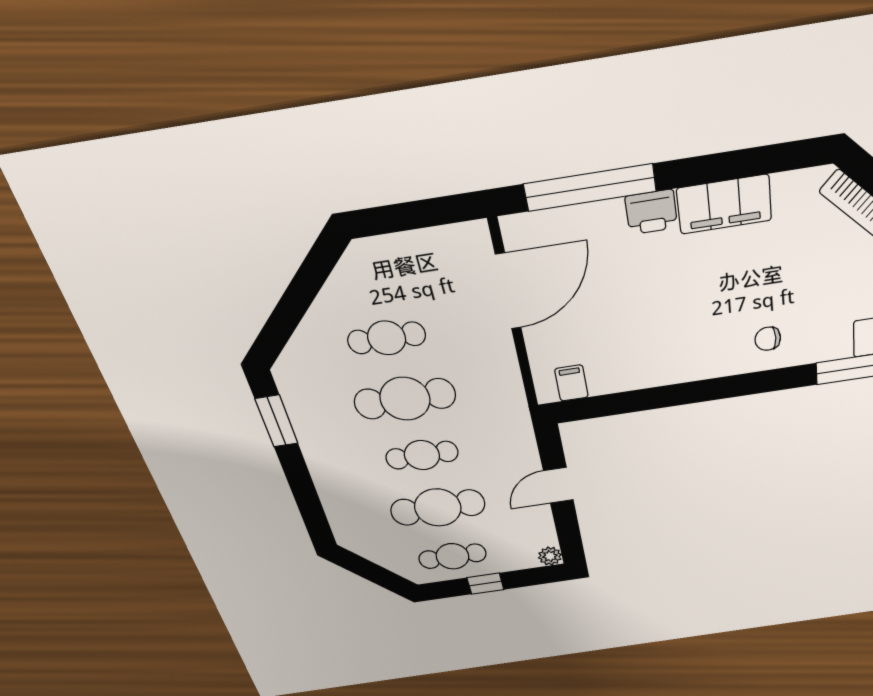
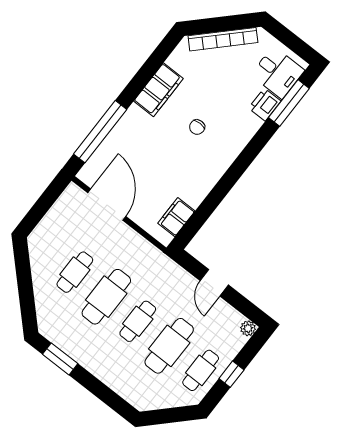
printer: (651, 212) -> (265, 105), moved, turned 180
chair: (768, 339) -> (197, 127), moved
filing cabinet: (571, 383) -> (176, 217), width x2.00

